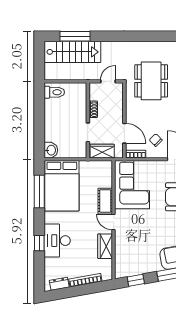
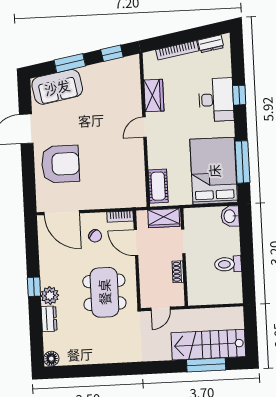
dining table: (151, 81) -> (104, 292), moved
toilet: (54, 92) -> (228, 264), moved
corner sofa: (132, 185) -> (123, 177), removed
cot: (105, 201) -> (158, 186), moved
door: (114, 222) -> (145, 127), swing flipped

